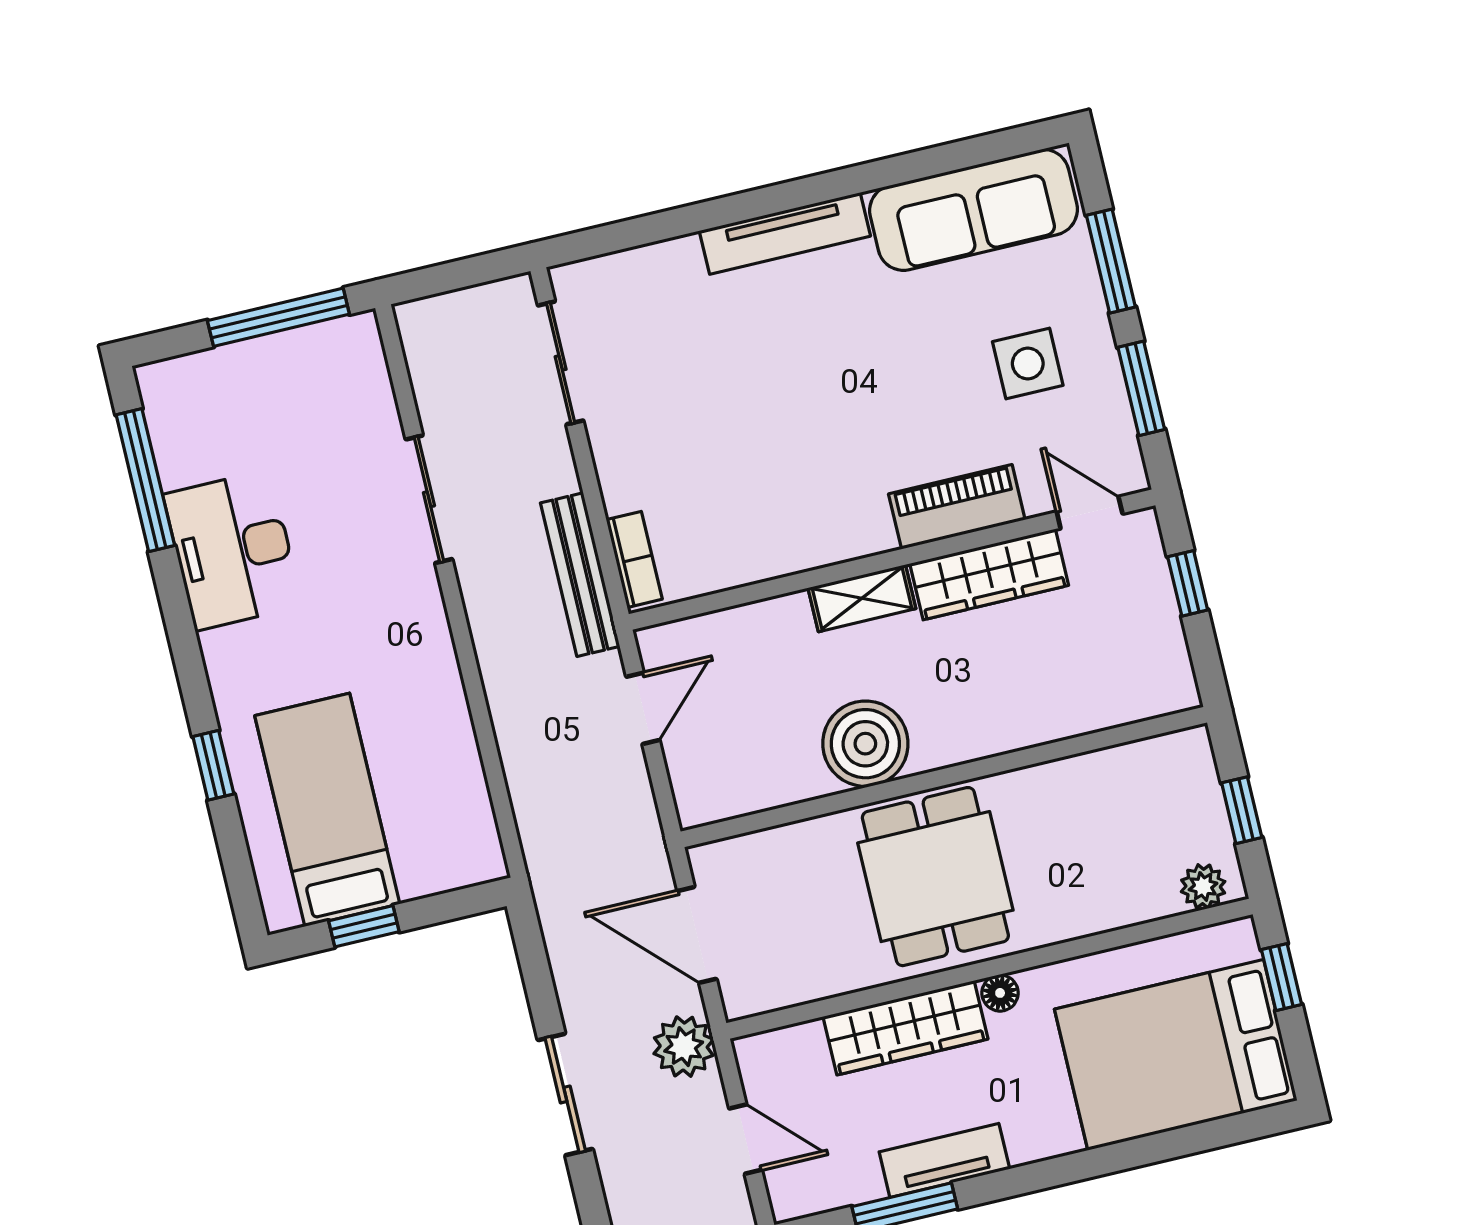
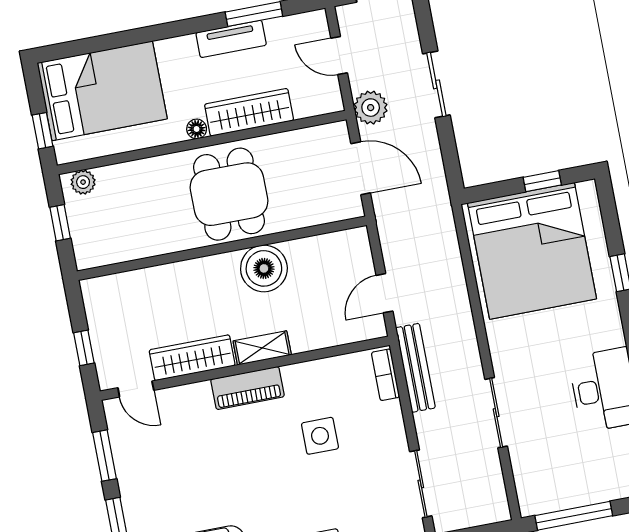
side table: (1028, 364) -> (320, 436), moved
piano: (957, 507) -> (247, 388), moved
bed: (327, 810) -> (532, 251), width x2.04

